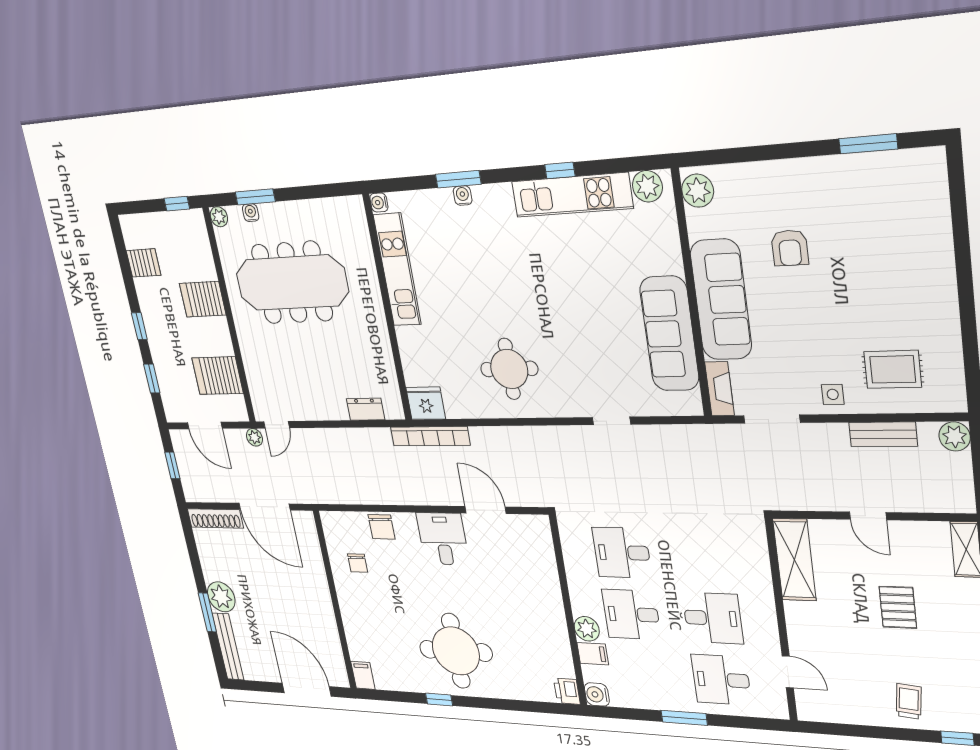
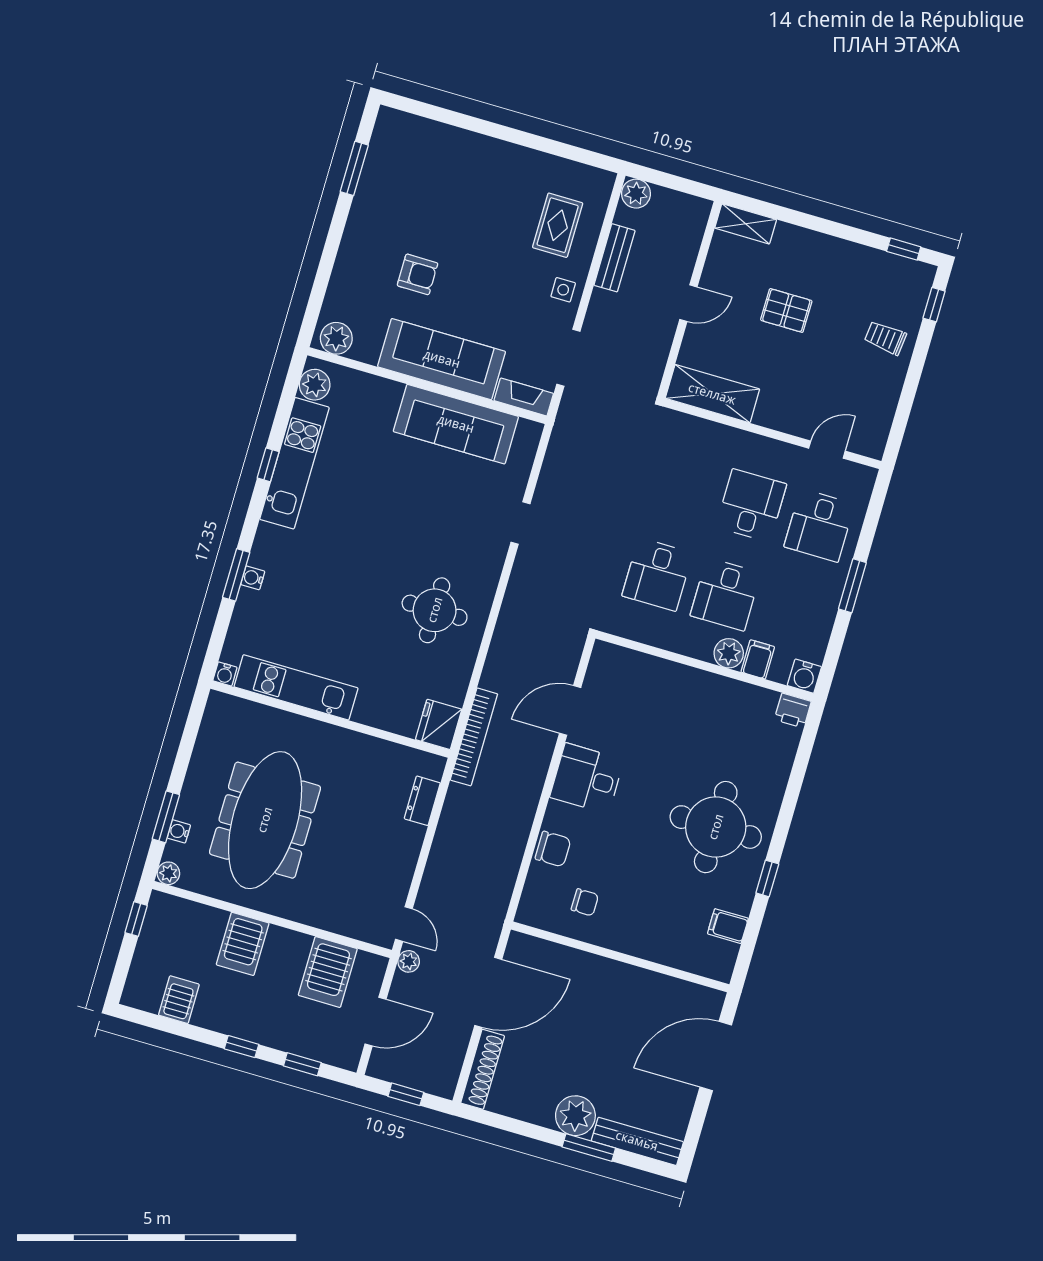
filing cabinet: (363, 675) -> (728, 926), moved

